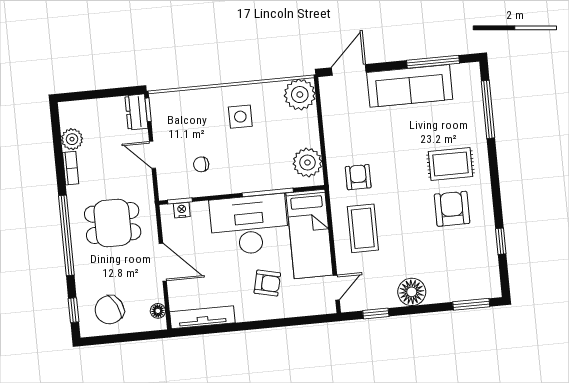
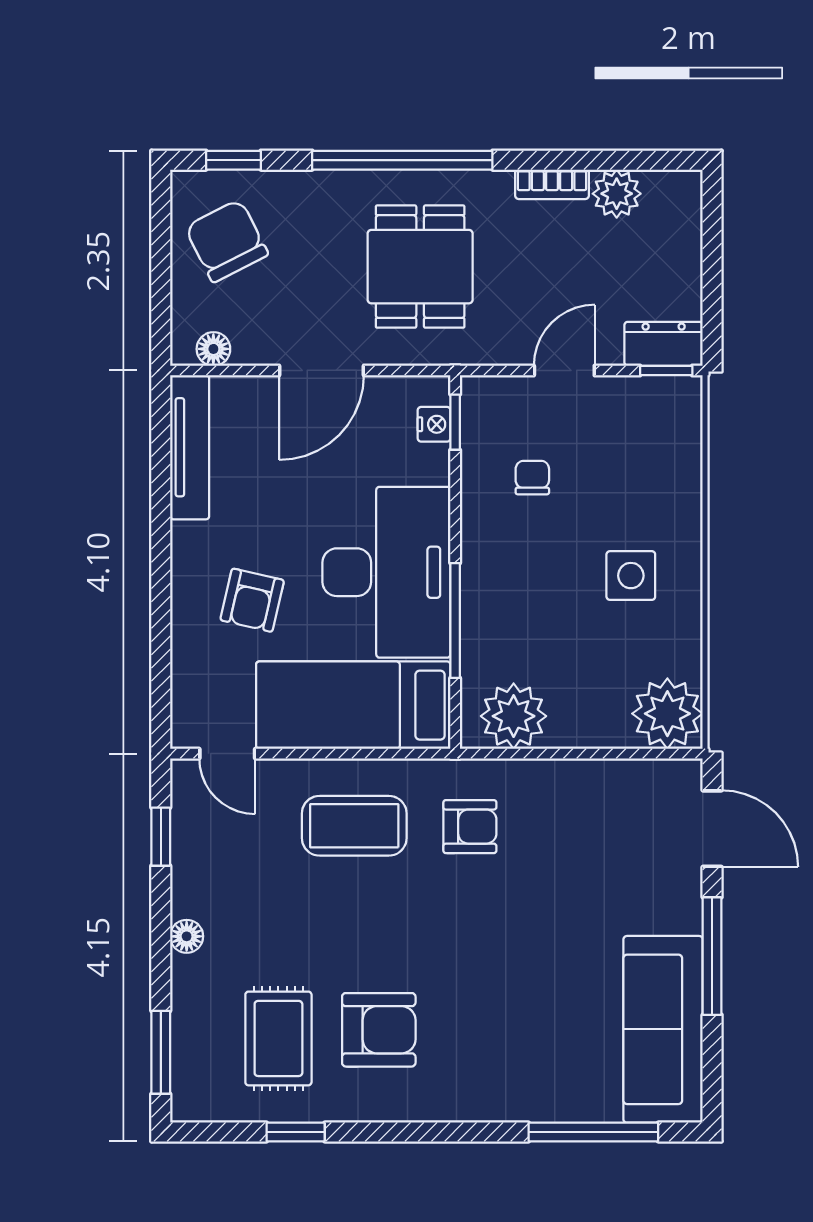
window: (433, 62) -> (712, 956), moved
sofa: (410, 86) -> (663, 1029), moved
rug: (451, 164) -> (278, 1038), moved
floor lamp: (412, 292) -> (187, 936), width x0.53, depth x0.53

